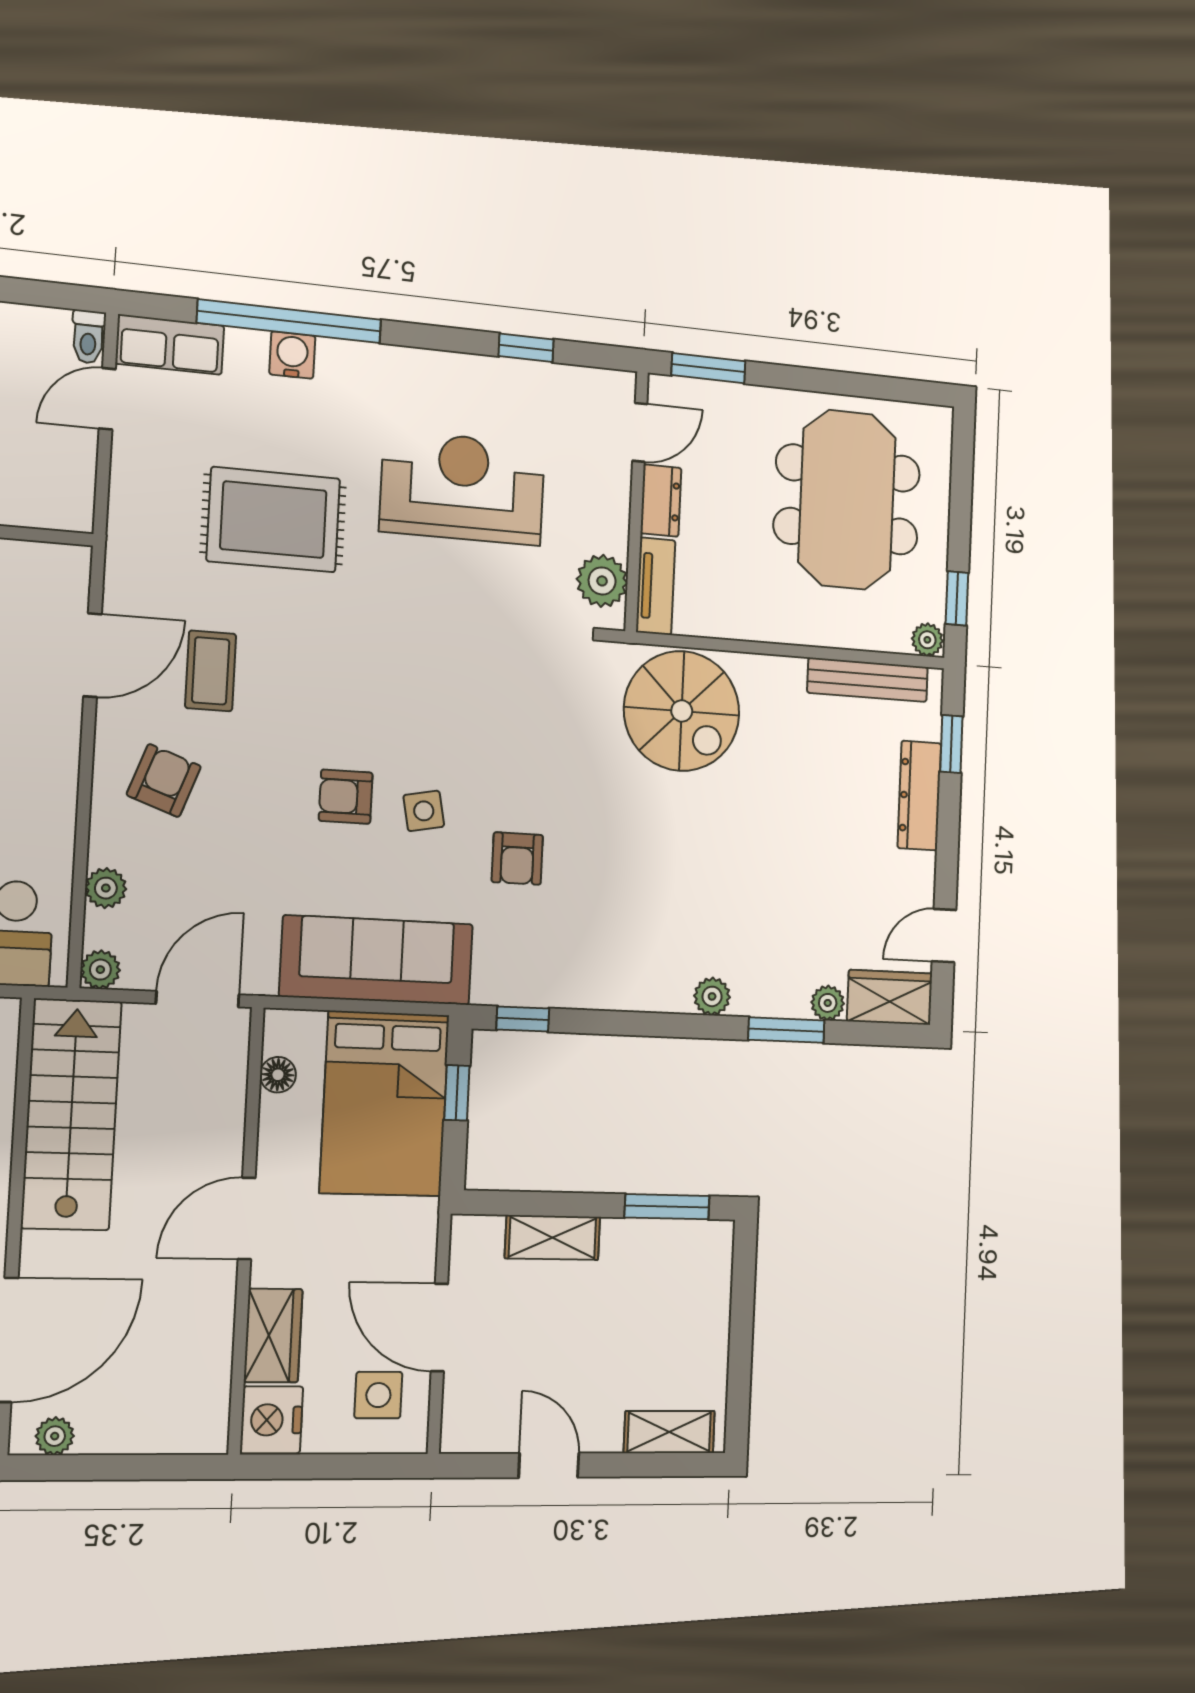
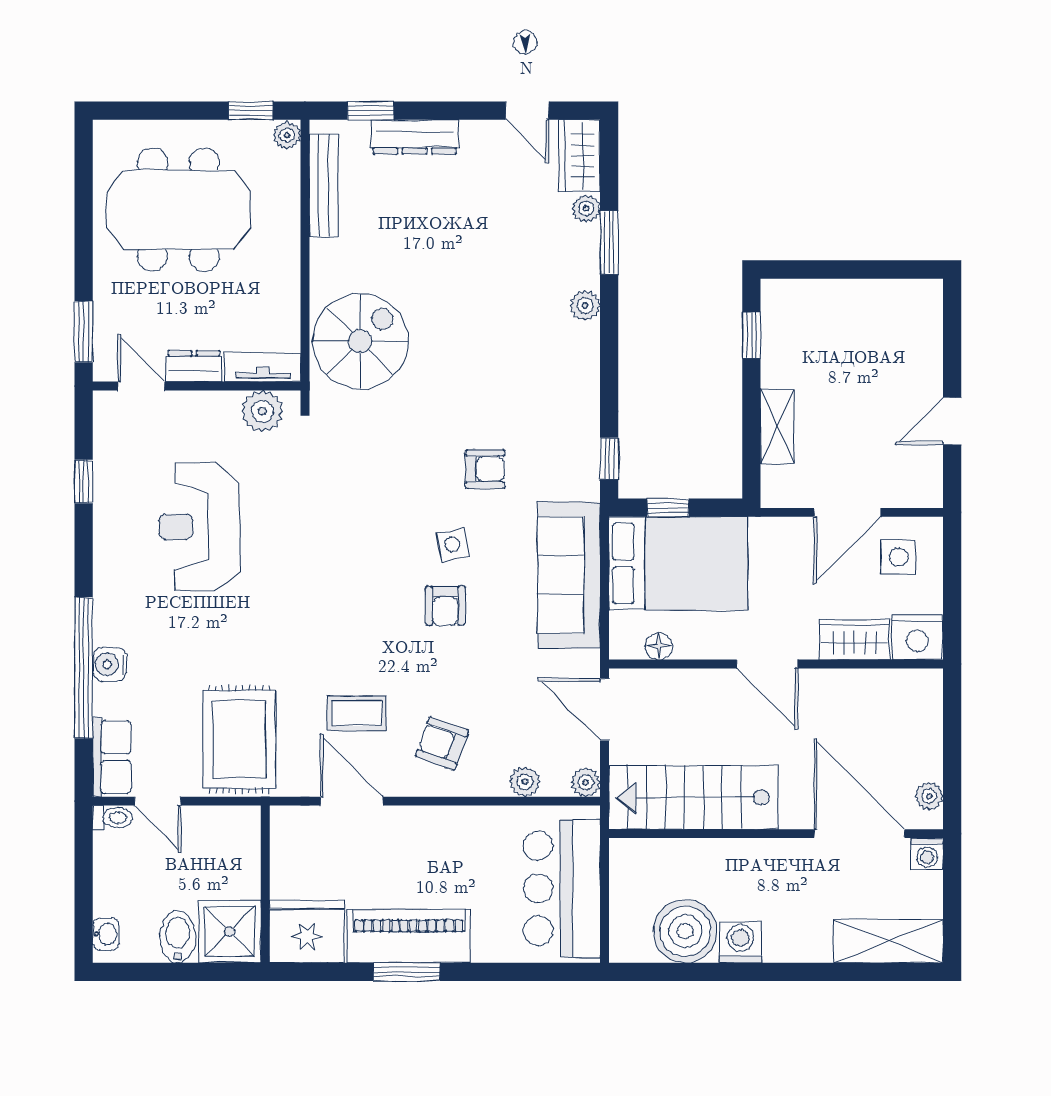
rug: (273, 520) -> (239, 739), moved
window: (667, 1207) -> (751, 335), width x0.67
shelving: (669, 1432) -> (927, 325), removed

